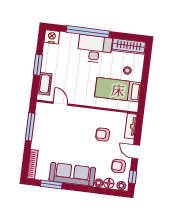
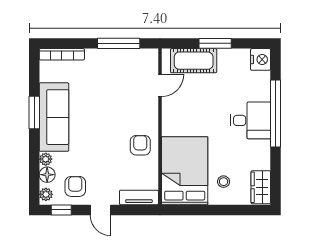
wardrobe: (129, 46) -> (261, 187), width x0.67
desk: (95, 49) -> (250, 120), width x0.73
cot: (45, 84) -> (194, 61), width x1.37, depth x1.34
bed: (118, 90) -> (185, 171), width x1.50
armchair: (103, 135) -> (140, 145), moved
door: (136, 152) -> (101, 210), swing flipped
window: (51, 185) -> (34, 112), moved

